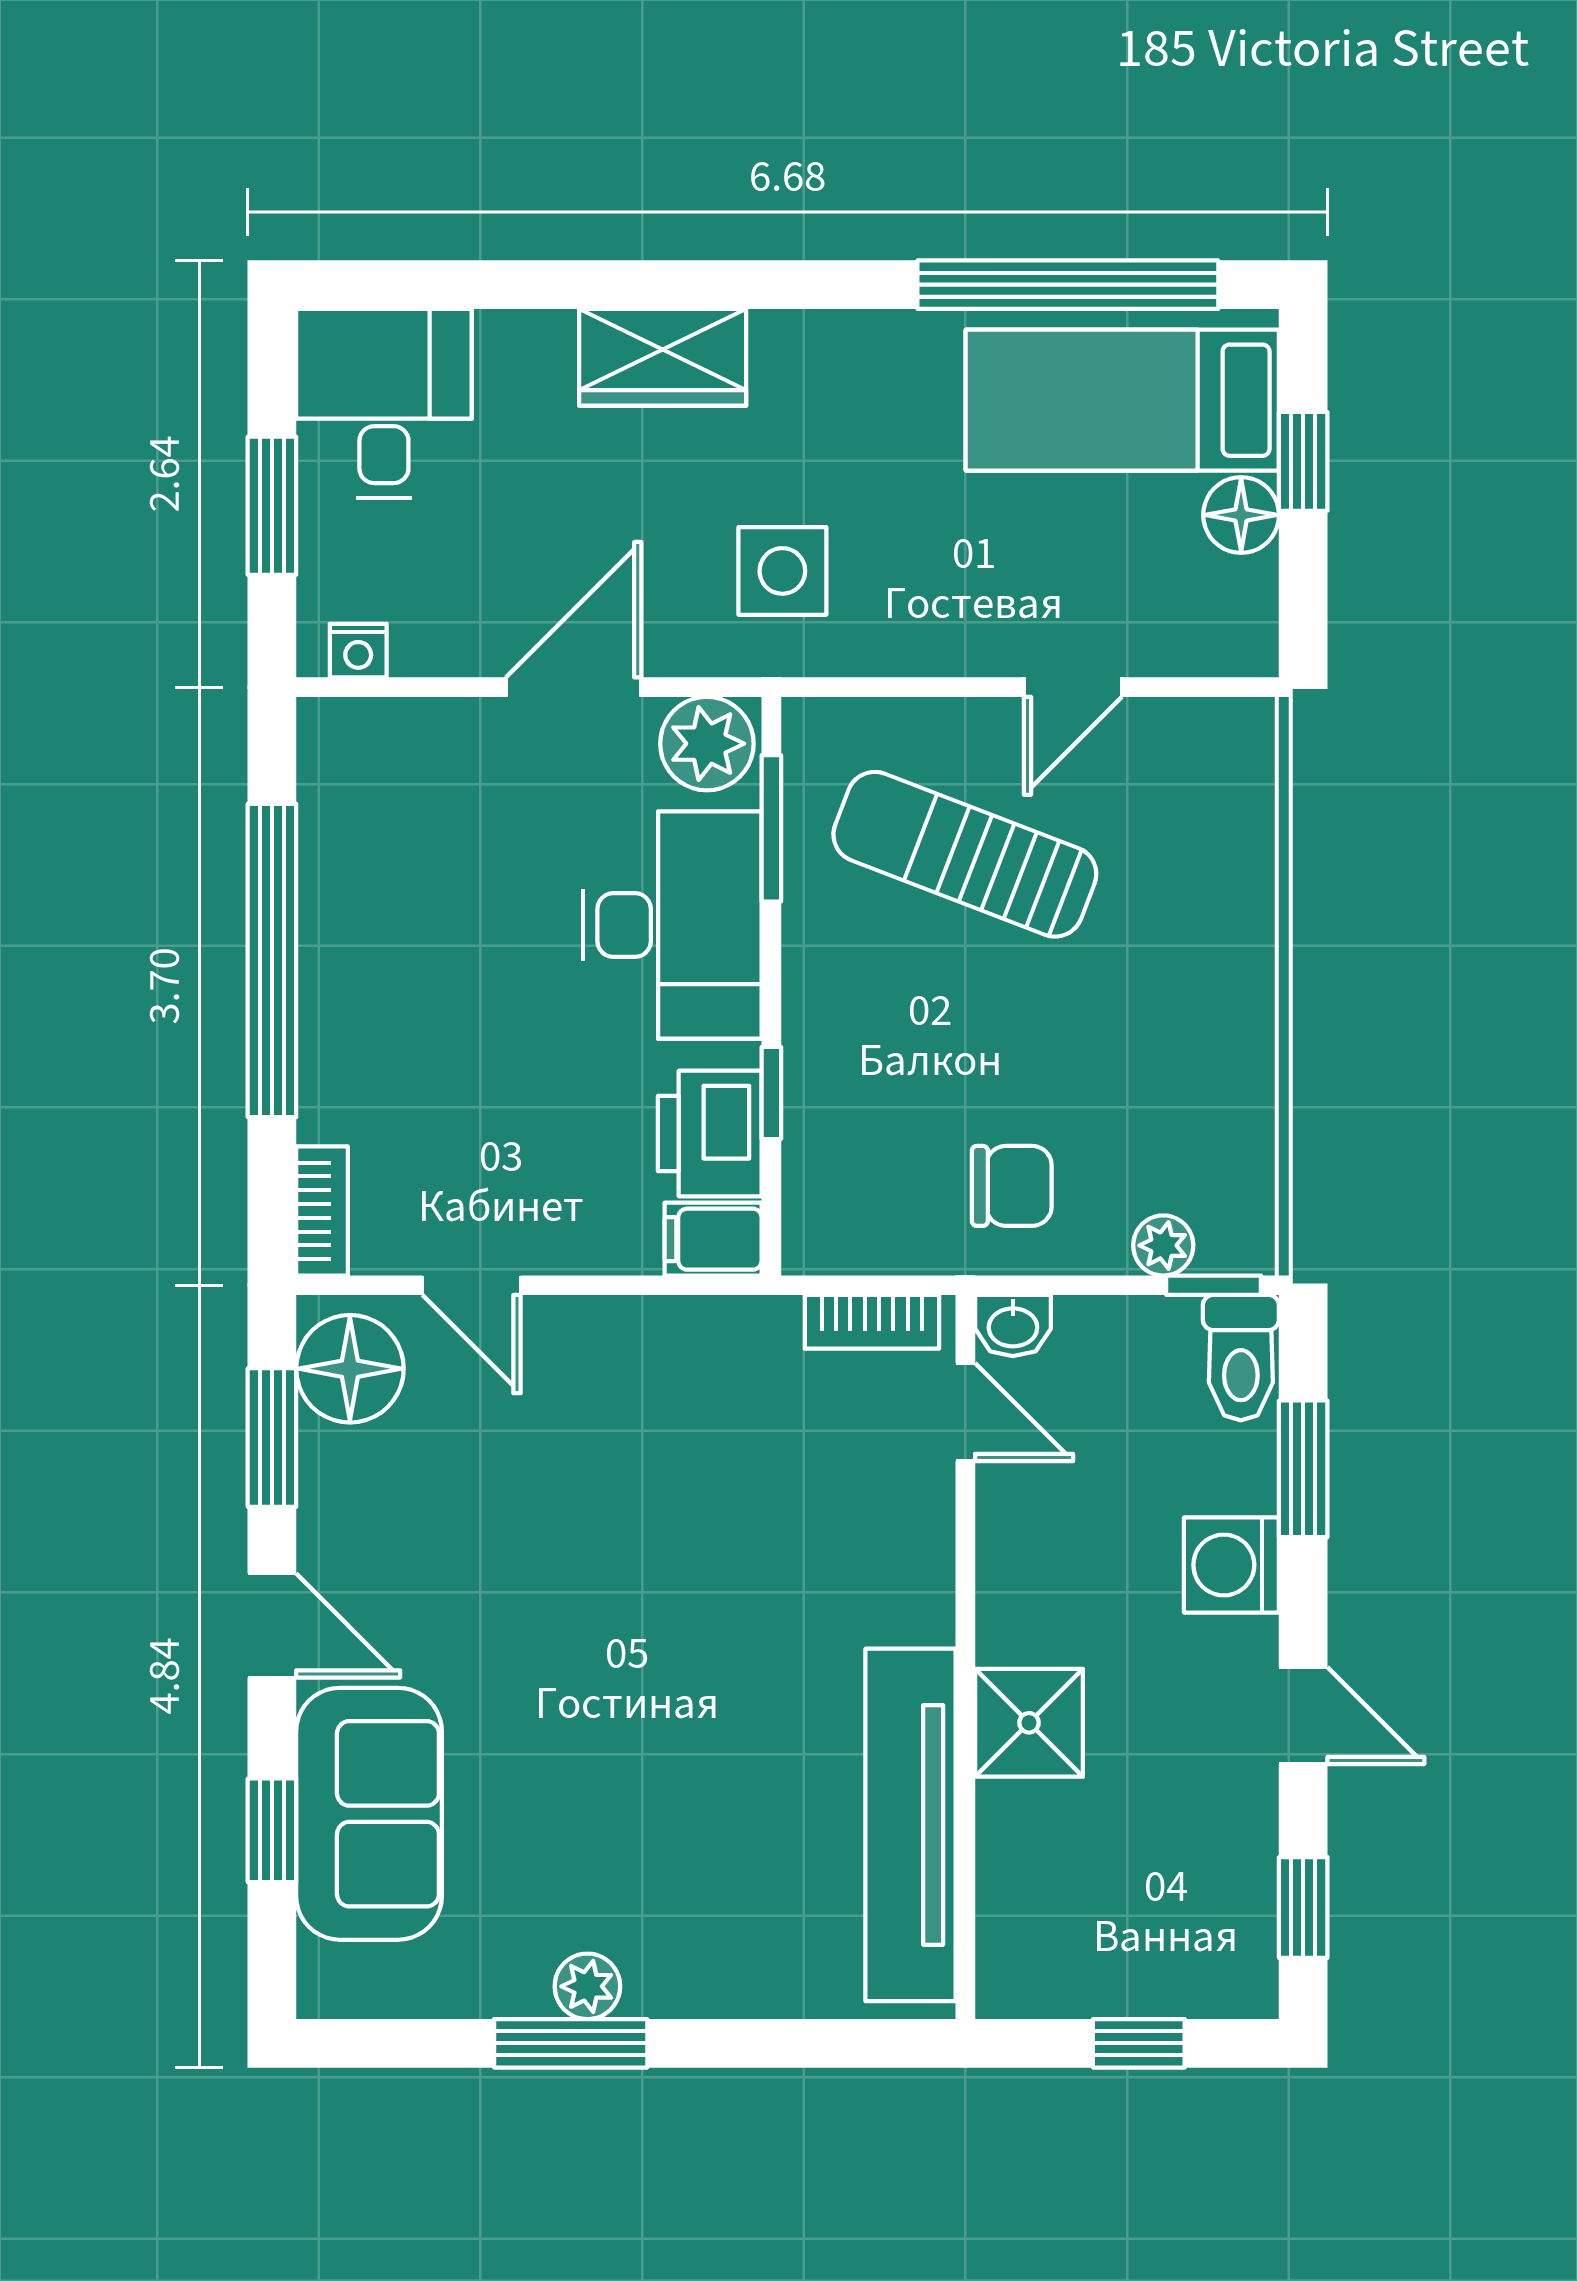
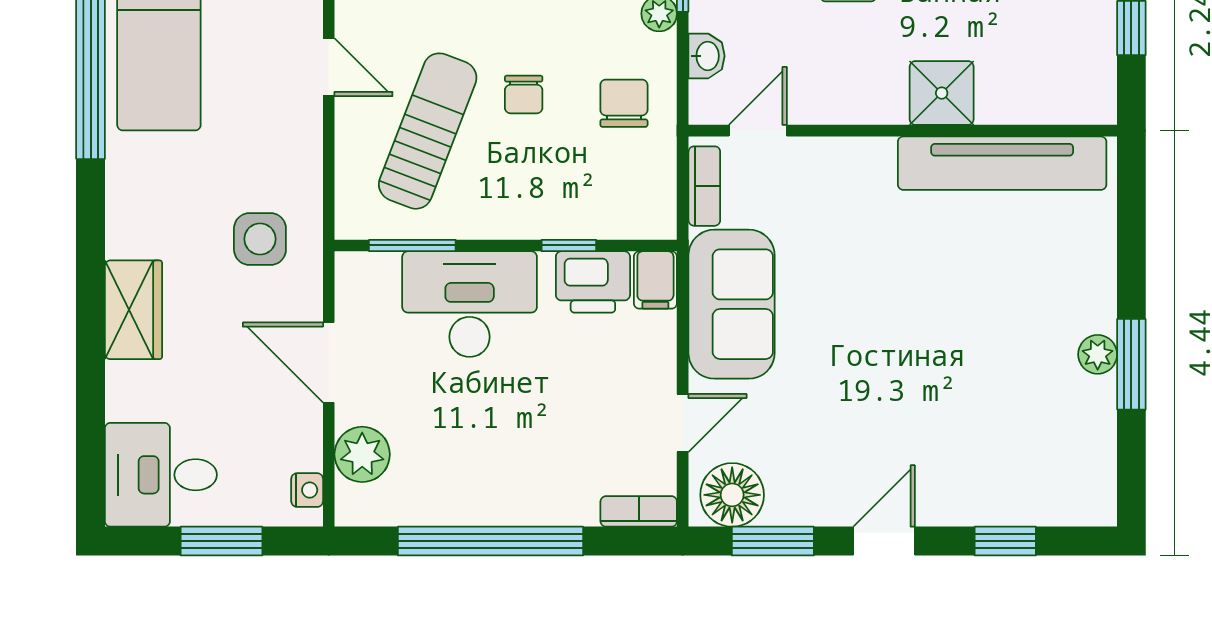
plant: (707, 744) -> (362, 454), moved
sun lounger: (965, 854) -> (428, 131), turned 180
chair: (1027, 1017) -> (524, 94), added
washbasin: (1013, 1326) -> (707, 56), moved
sofa: (369, 1814) -> (732, 304), moved, turned 90

